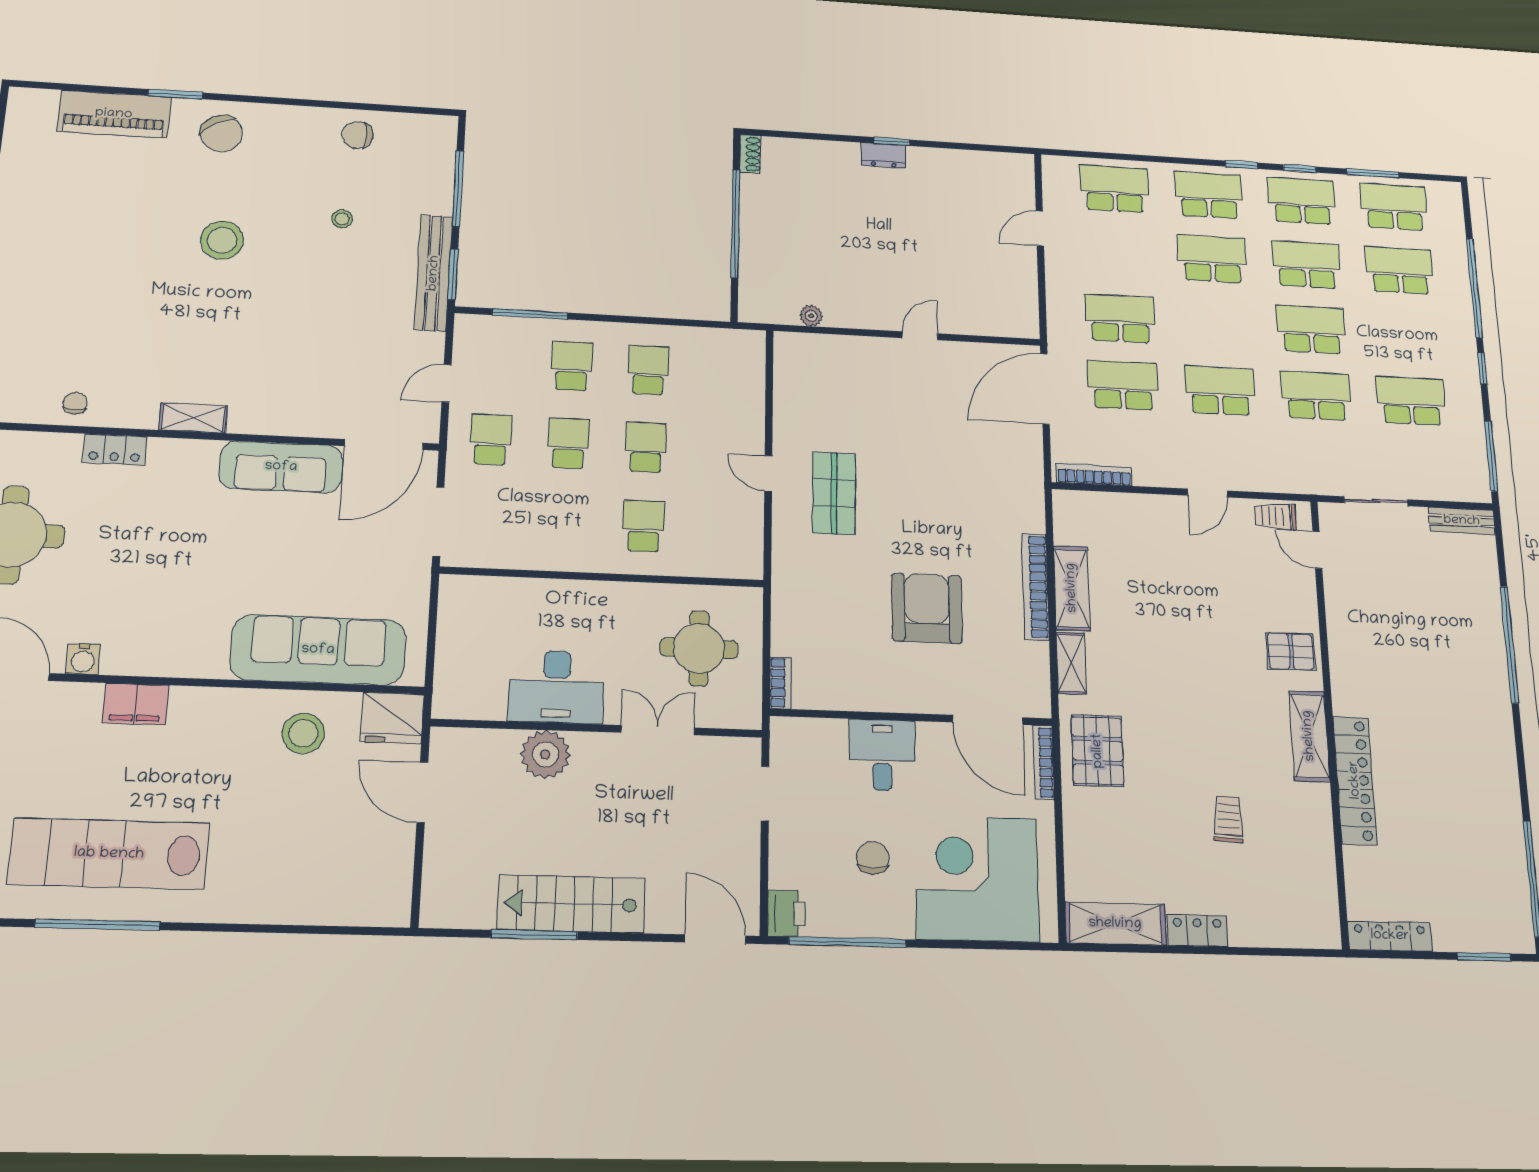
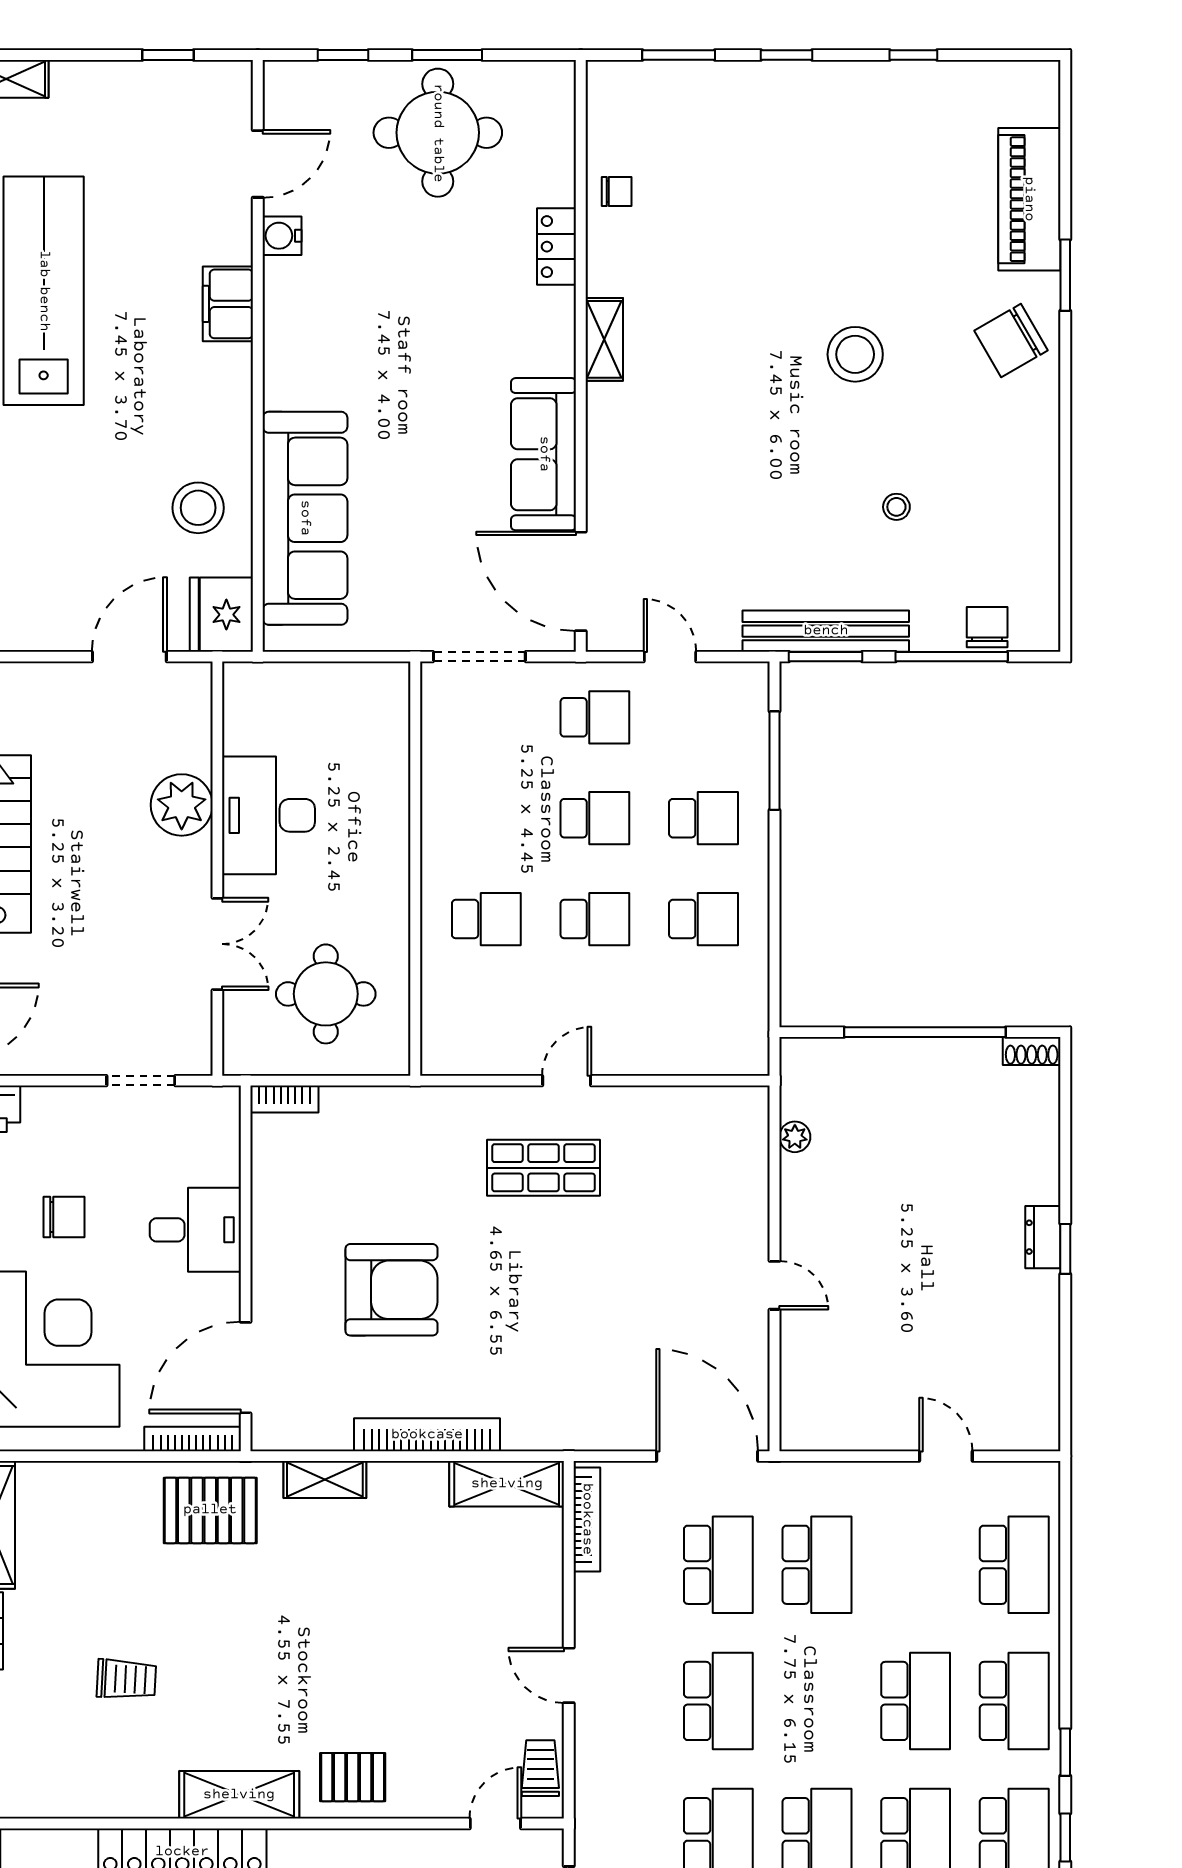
chair: (357, 135) -> (987, 627), moved
shelving: (1072, 588) -> (507, 1484), moved
pallet: (1291, 651) -> (353, 1777), turned 90

